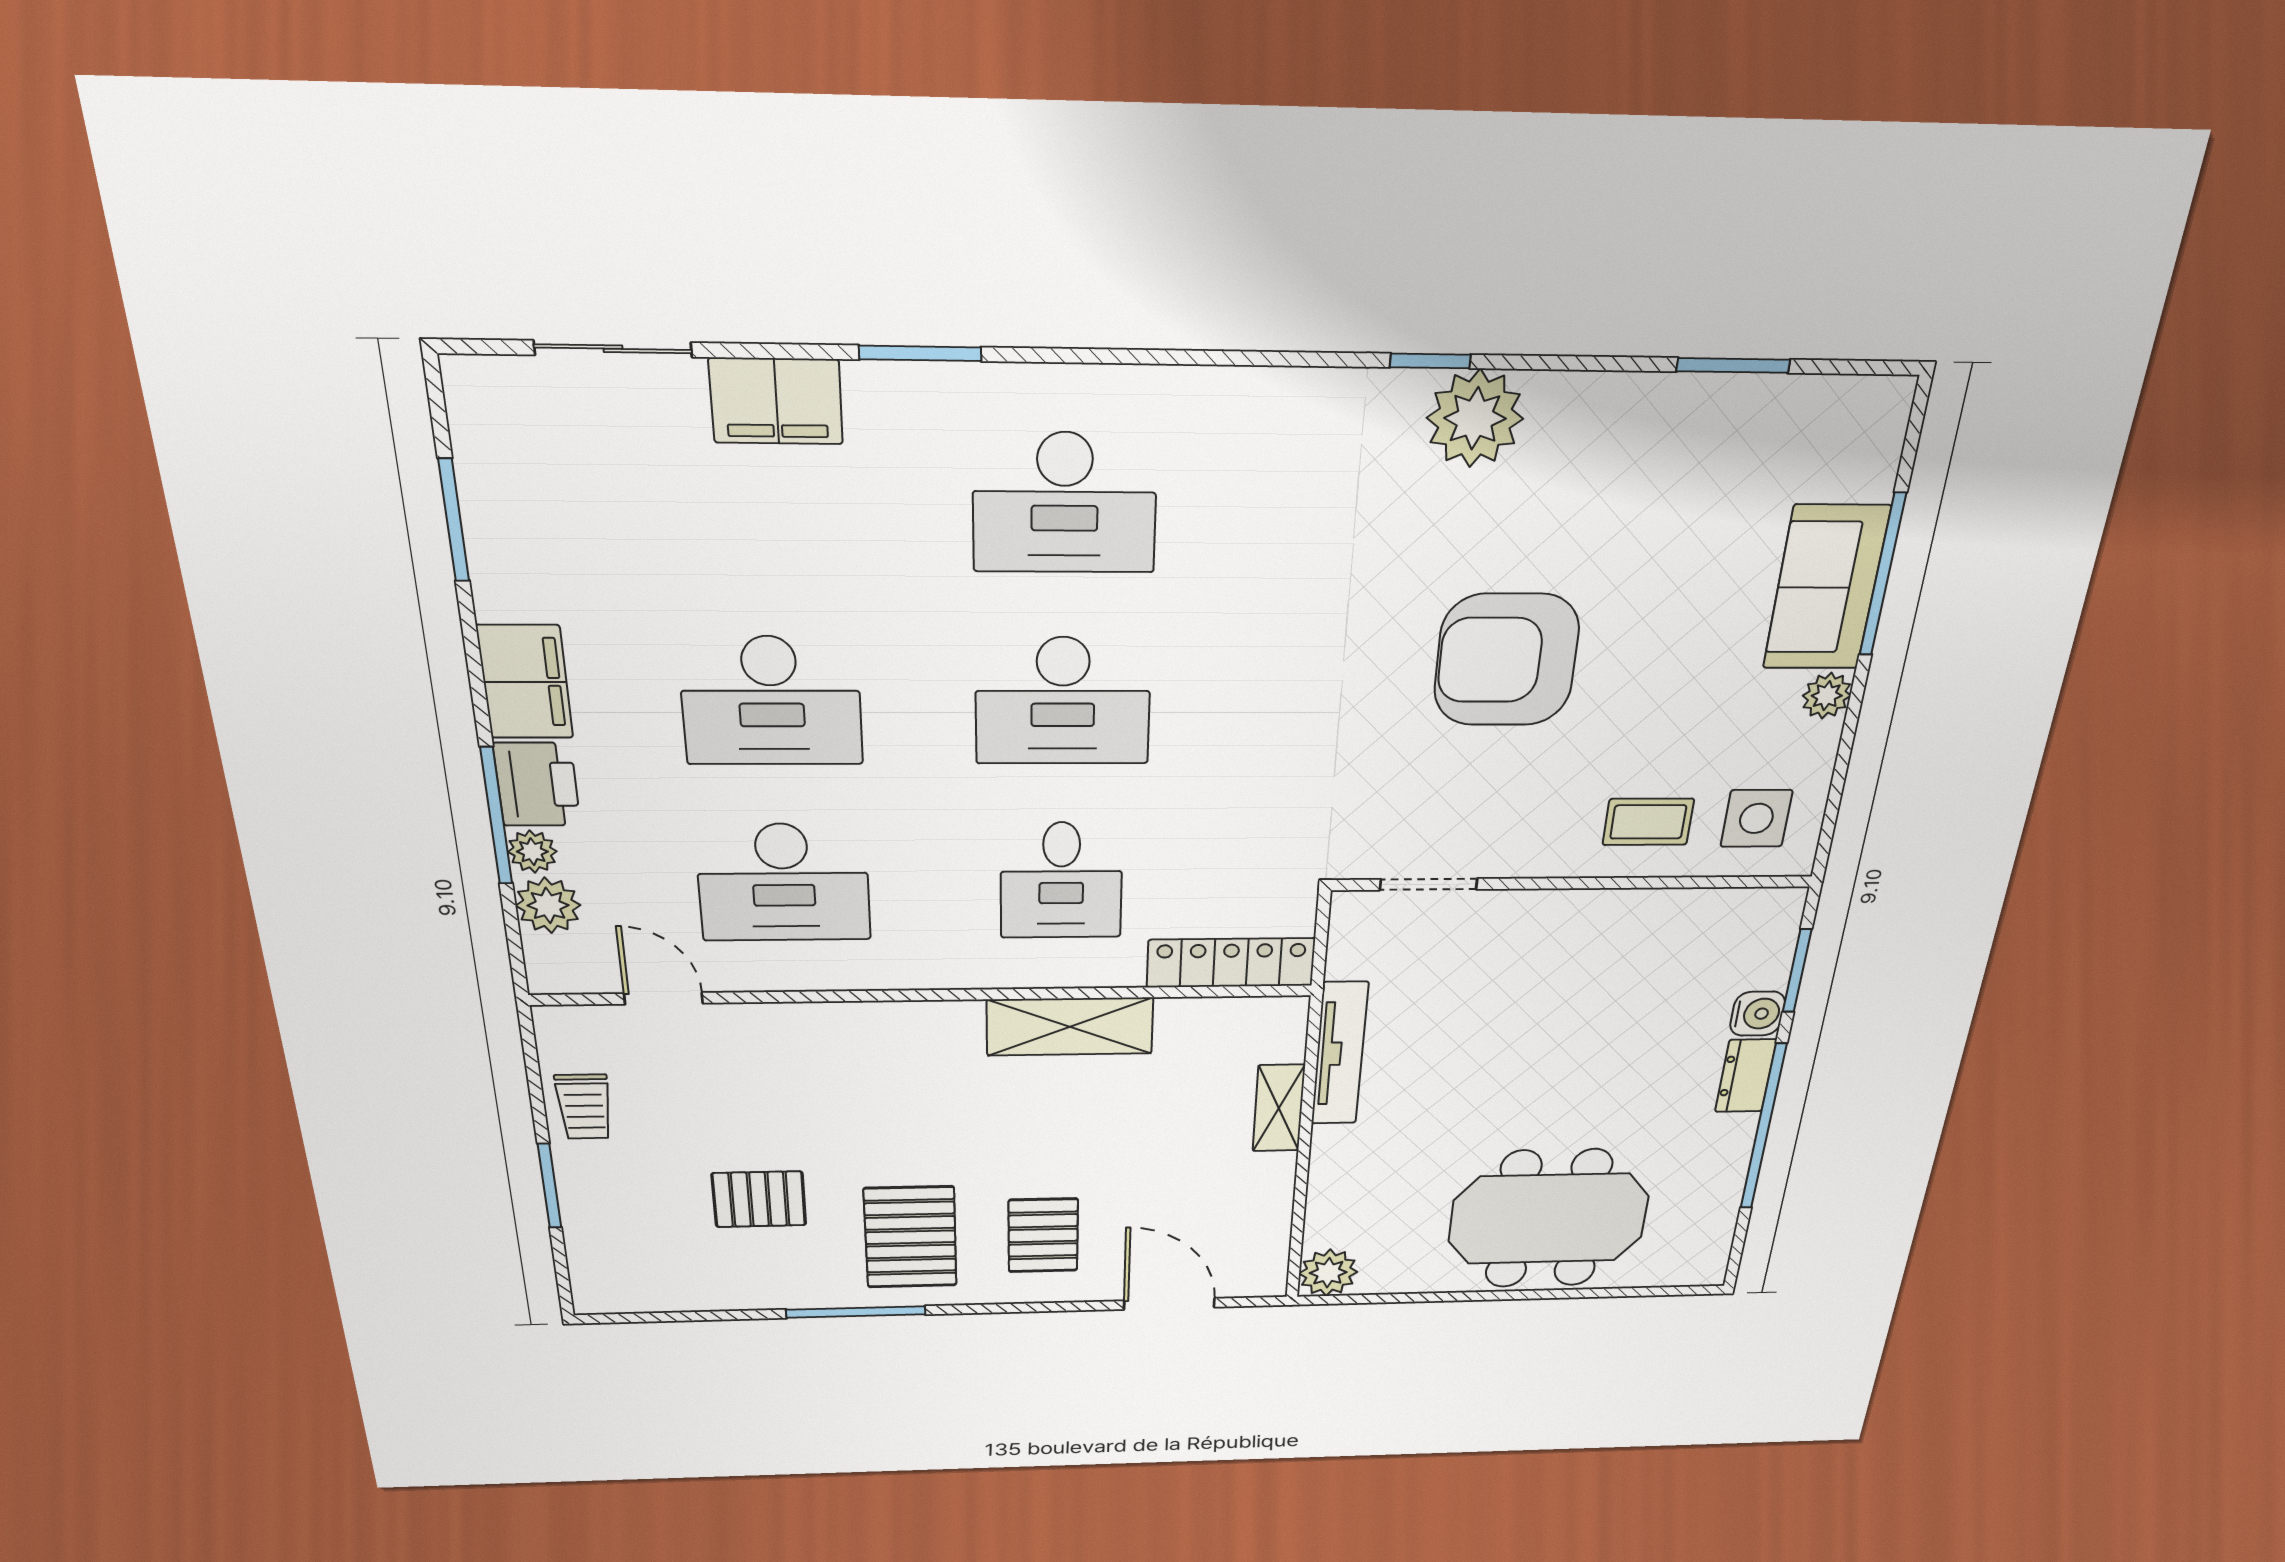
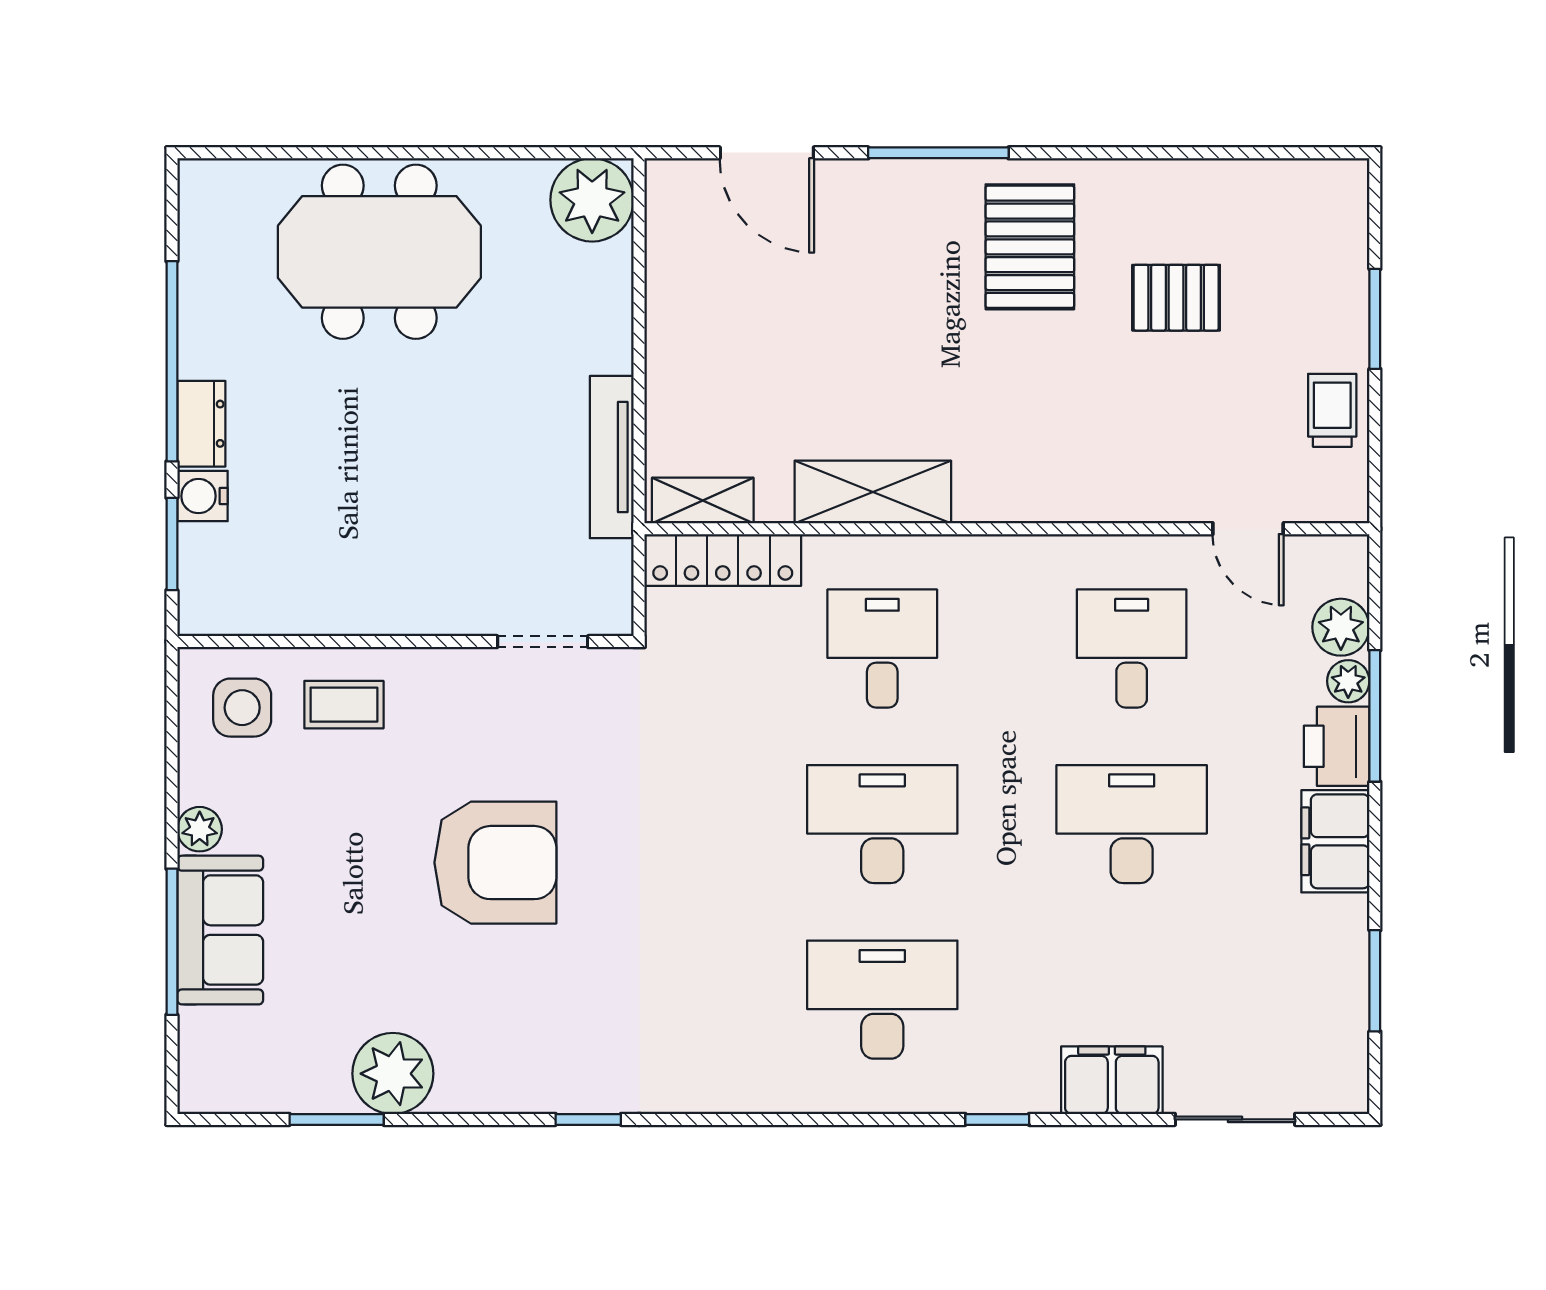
window: (920, 353) -> (997, 1119), width x0.67
plant: (1475, 418) -> (393, 1074), moved
desk: (783, 883) -> (1132, 649), width x0.73
shelving: (1279, 1108) -> (703, 501), moved, turned 90
pallet: (1043, 1235) -> (897, 245), removed
plant: (1328, 1273) -> (592, 200), width x1.36, depth x1.36
window: (856, 1312) -> (938, 153), moved

